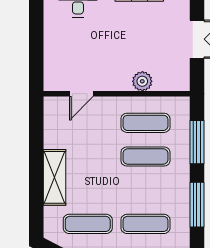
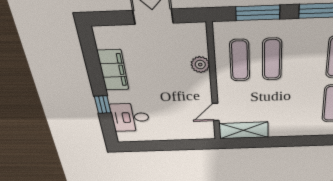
door: (81, 94) -> (216, 112), swing flipped
shelving: (54, 177) -> (244, 130), moved

